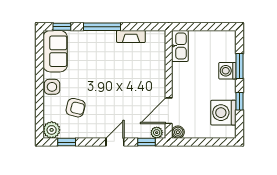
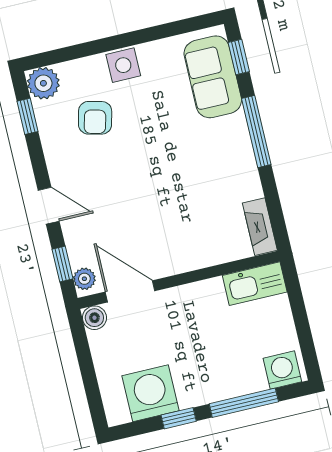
fireplace: (131, 36) -> (260, 227), moved
sofa: (55, 51) -> (213, 77), moved, turned 90
window: (239, 66) -> (244, 403), width x1.44
washing machine: (227, 71) -> (282, 370), moved

